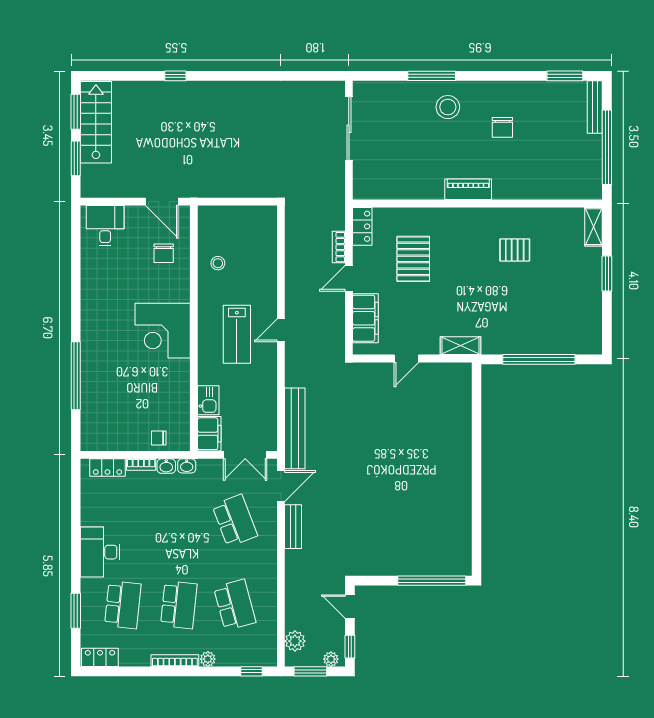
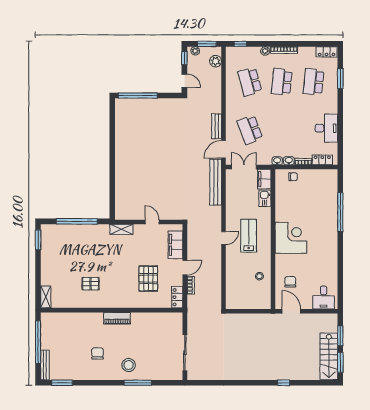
window: (607, 273) -> (38, 240), moved
door: (406, 359) -> (152, 222), hinge flipped
desk: (100, 552) -> (326, 128), moved

